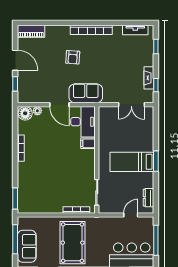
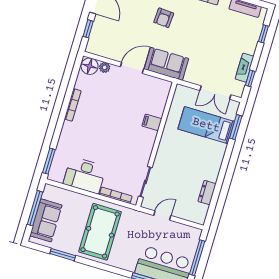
door: (59, 105) -> (132, 68), swing flipped
desk: (83, 122) -> (85, 175), moved, turned 90
window: (156, 161) -> (236, 127), moved
bed: (132, 162) -> (206, 125), moved
dresser: (148, 198) -> (207, 193), moved
door: (131, 215) -> (162, 216), moved

